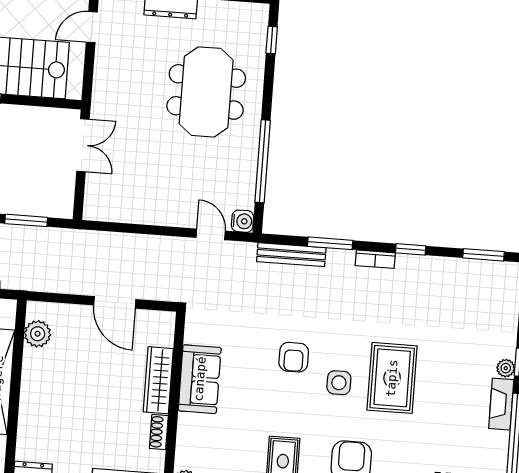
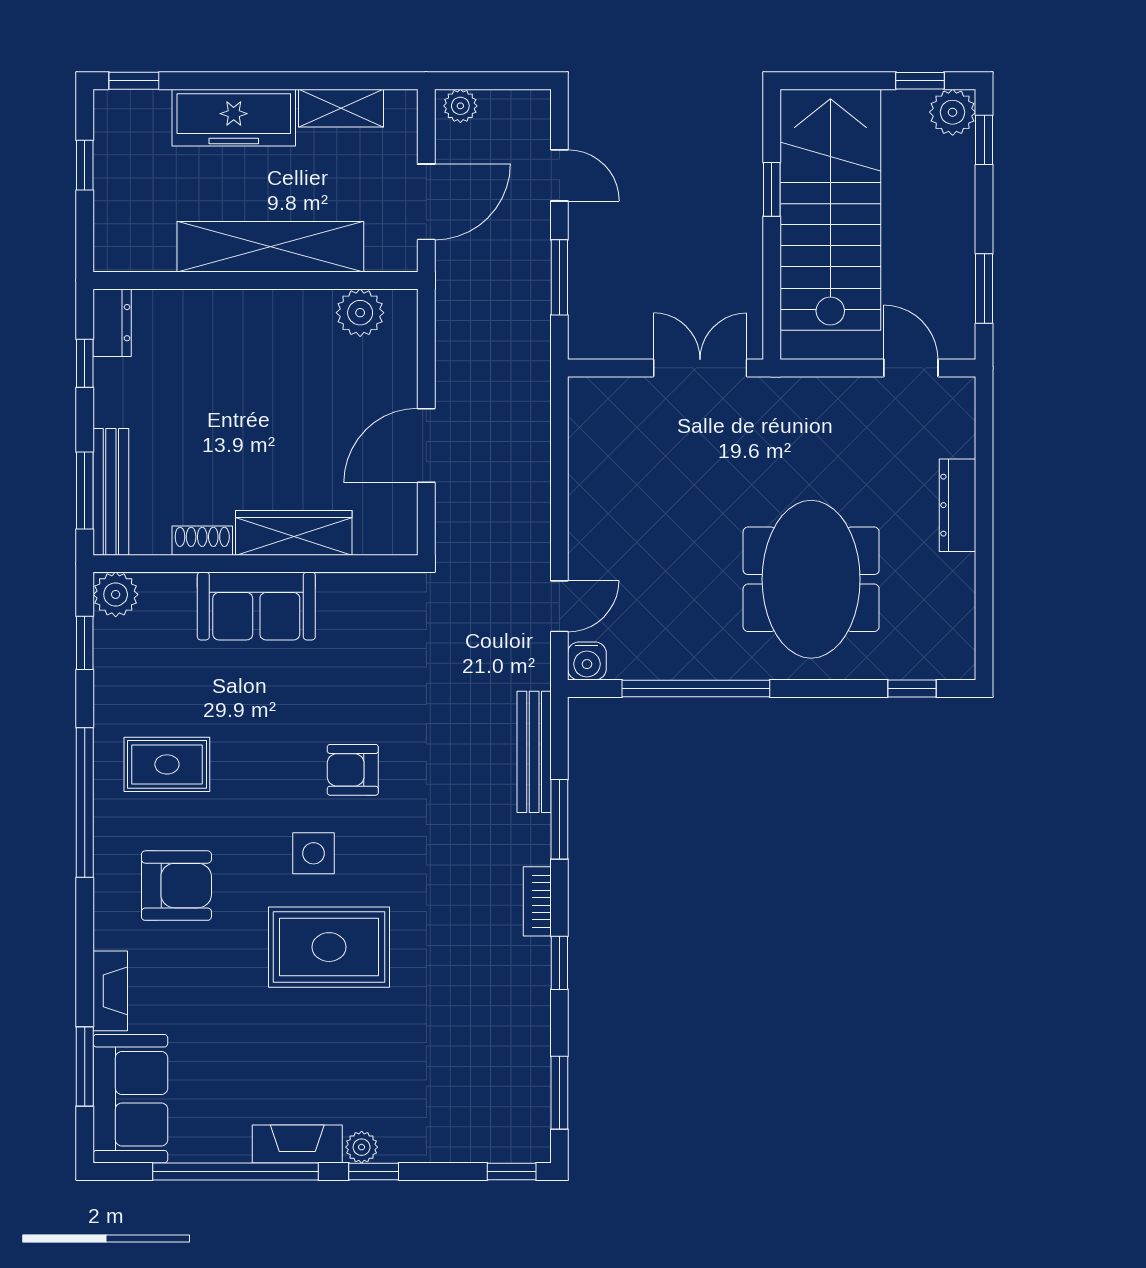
meeting table: (206, 92) -> (811, 579), turned 90
double door: (83, 145) -> (700, 368), swing flipped
sofa: (200, 379) -> (256, 606), moved

